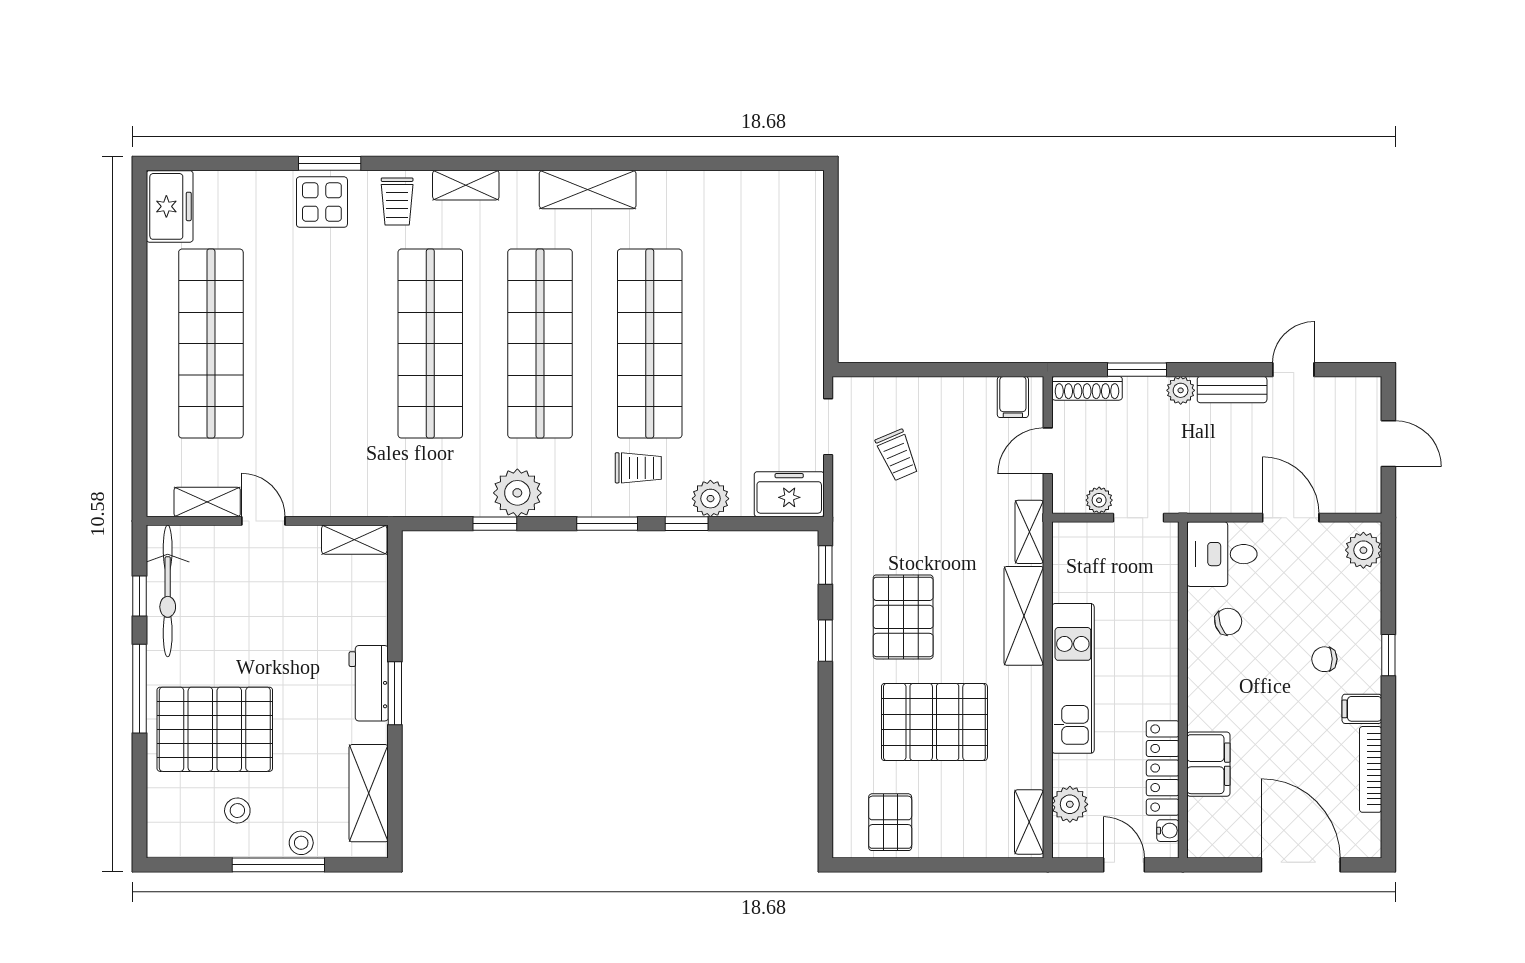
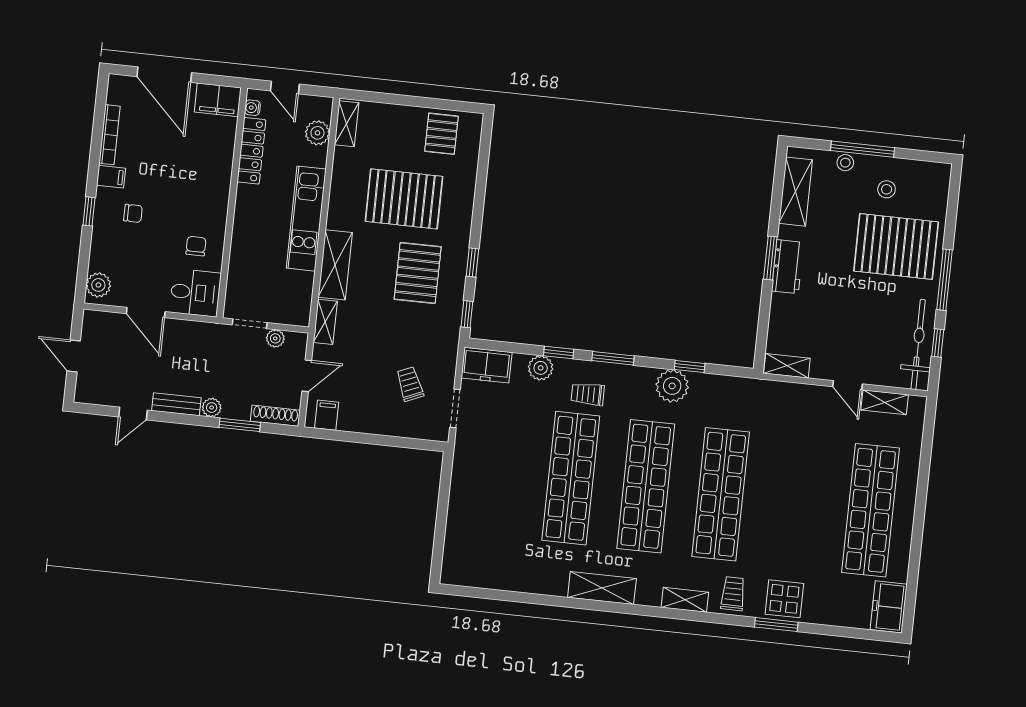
chair: (1228, 622) -> (196, 246), turned 109
filing cabinet: (1208, 764) -> (218, 100), moved, turned -90

